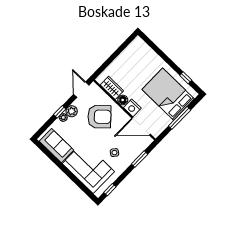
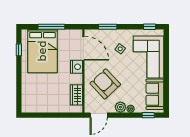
floor lamp: (123, 100) -> (78, 79), removed
window: (60, 112) -> (148, 115), moved

